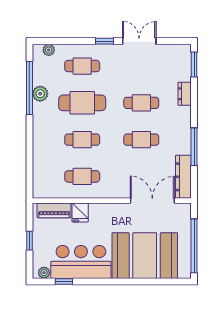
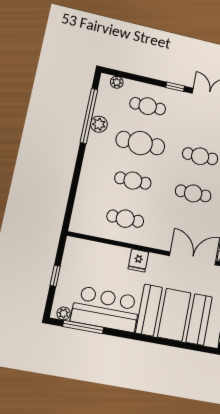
piano: (54, 210) -> (88, 248), removed
fridge: (80, 212) -> (138, 260), moved
window: (64, 281) -> (83, 327), width x2.17

